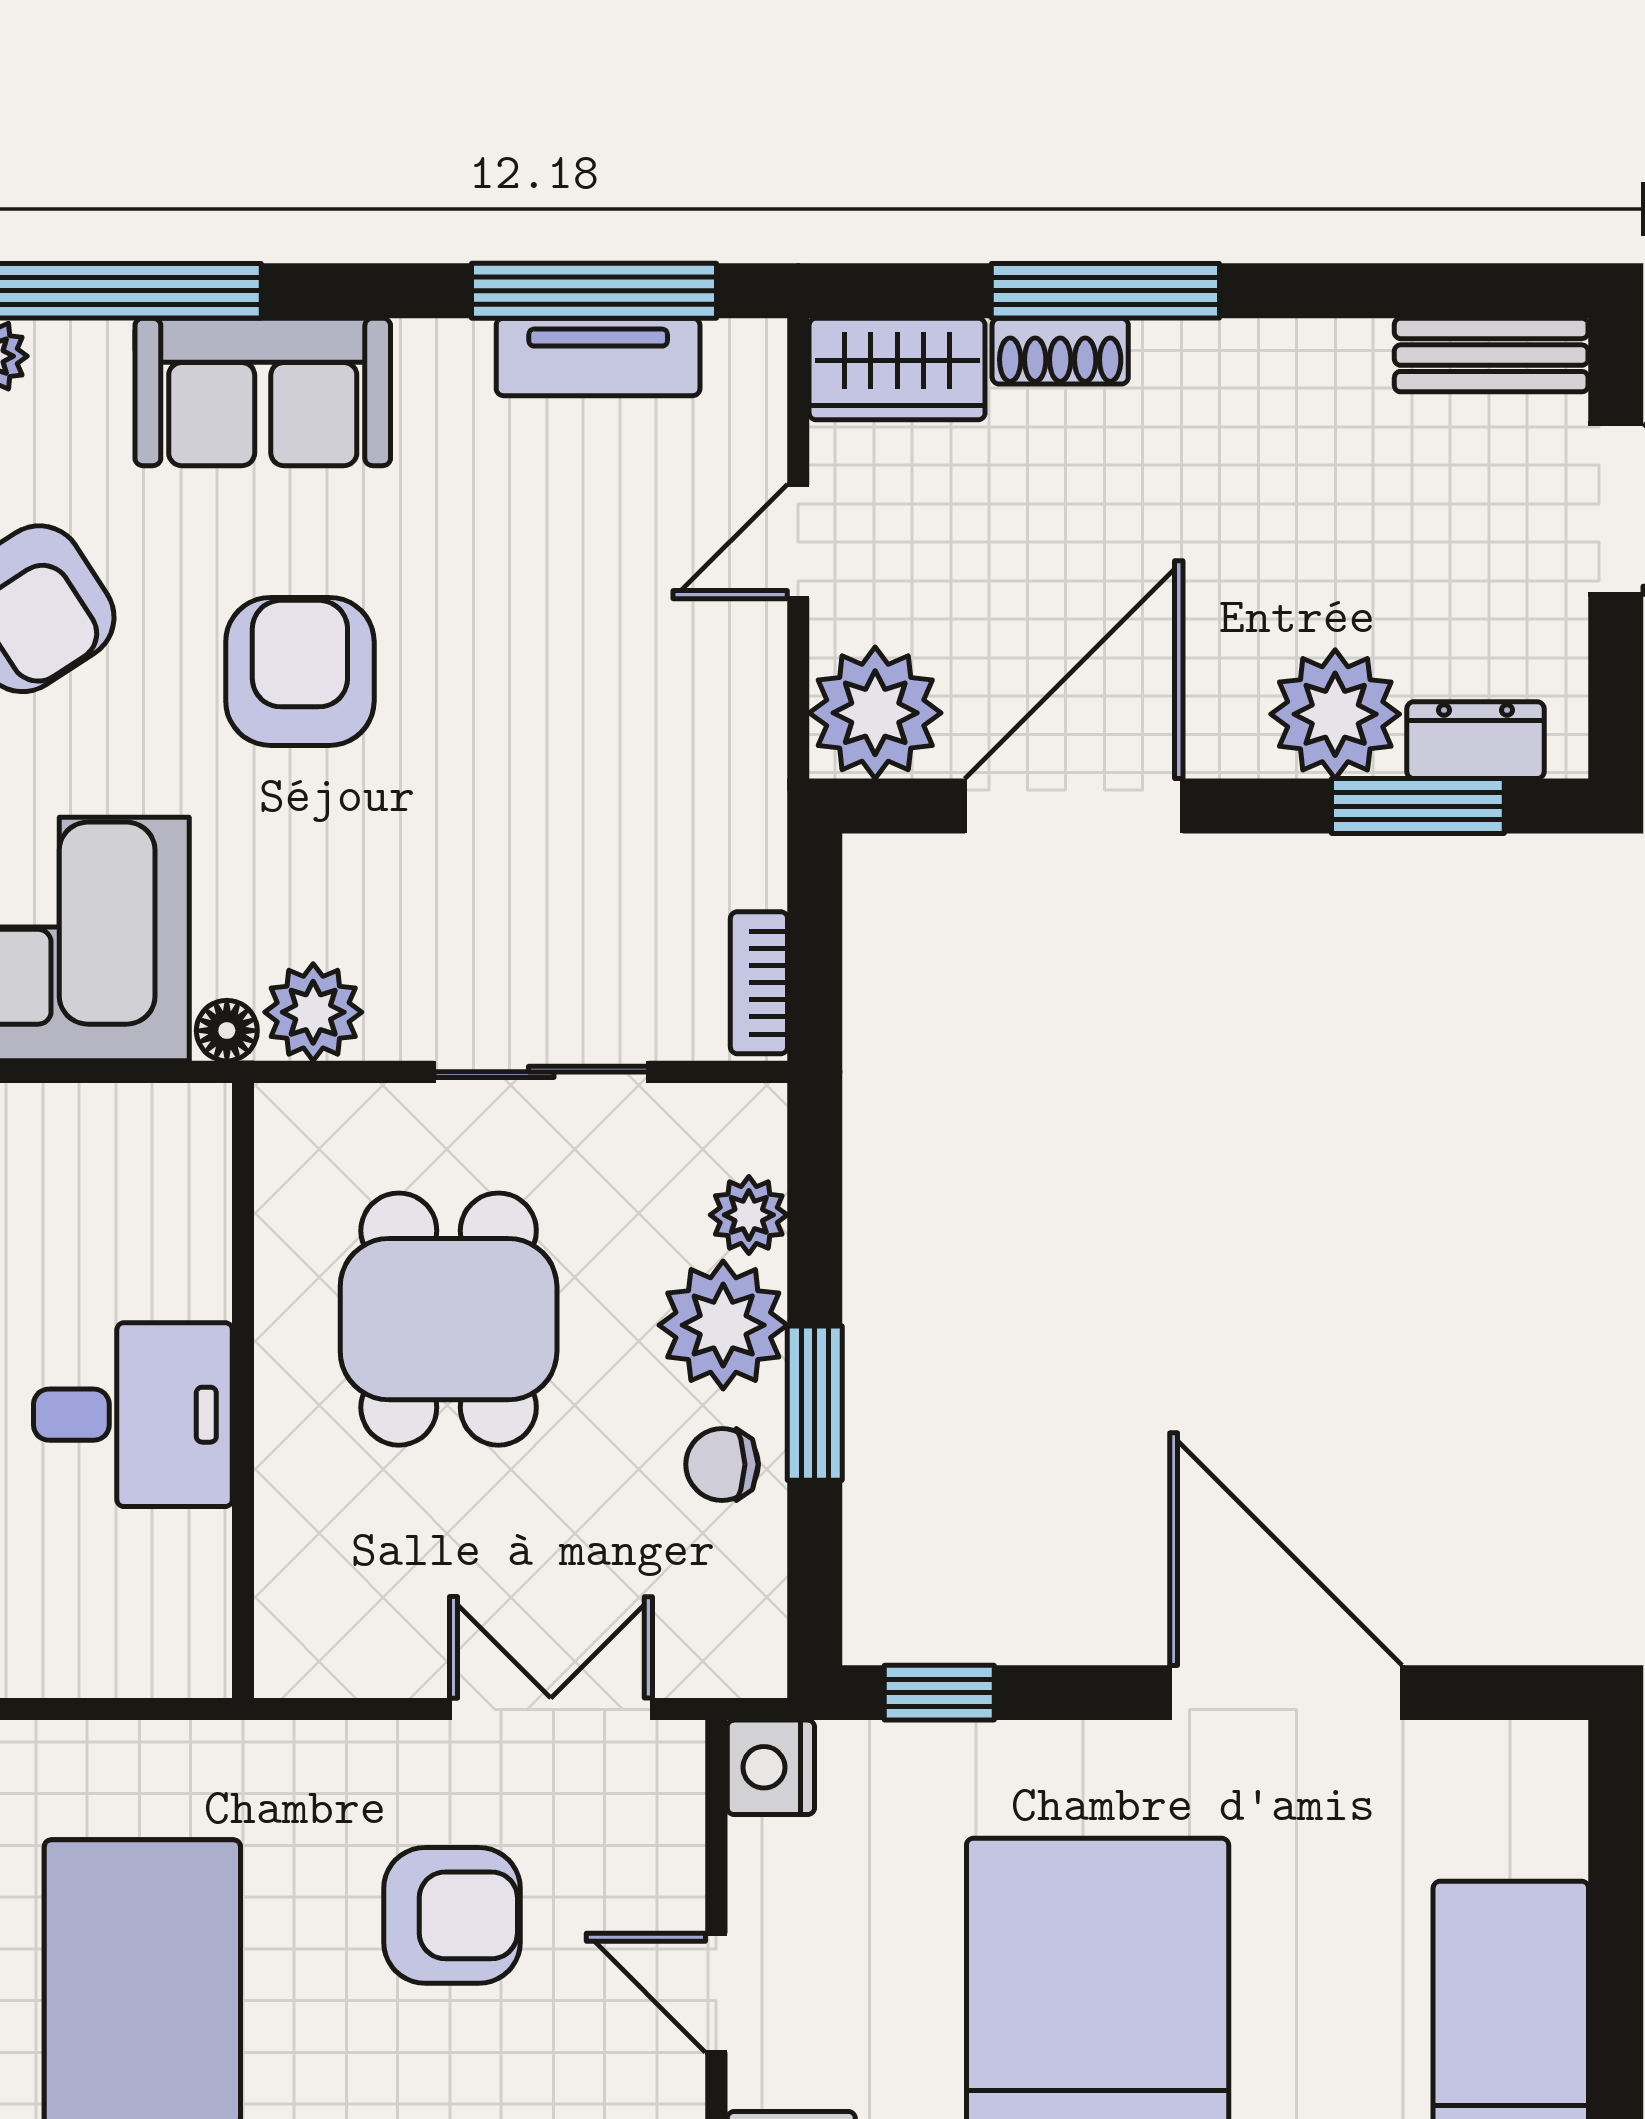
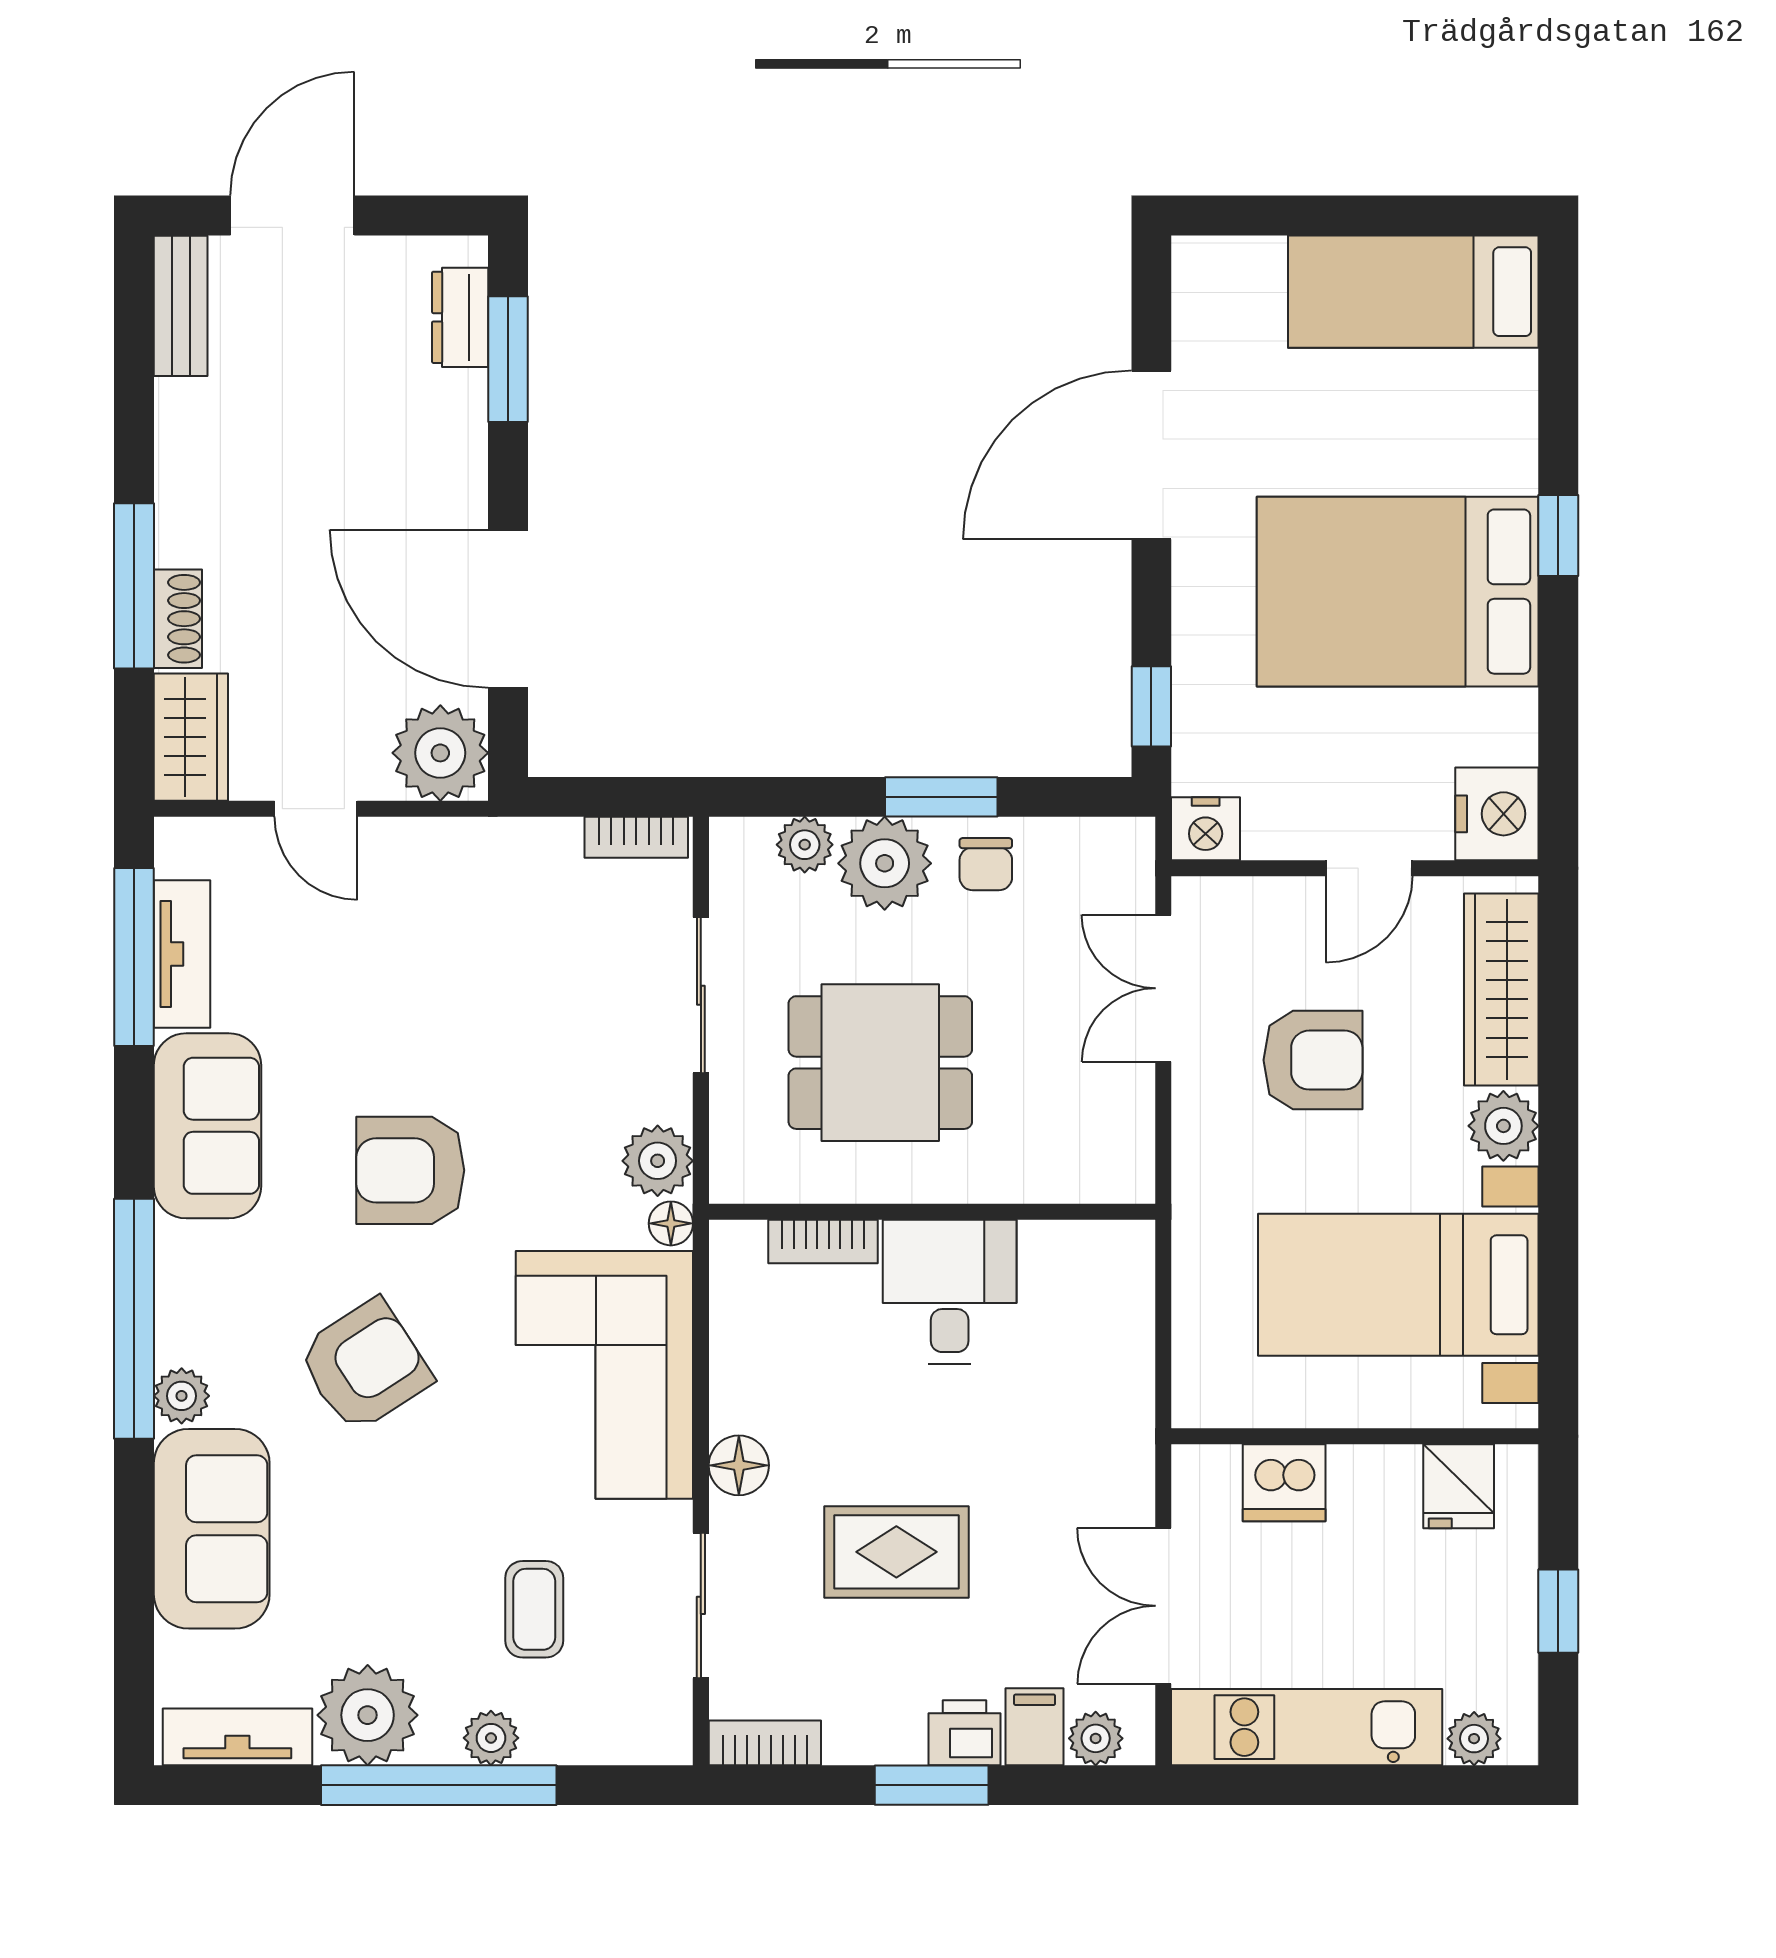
sofa: (263, 392) -> (207, 1126), moved
plant: (1335, 714) -> (441, 419), removed
bookcase: (202, 1240) -> (823, 1241), added
armchair: (452, 1915) -> (1313, 1060), turned 90

